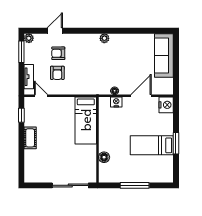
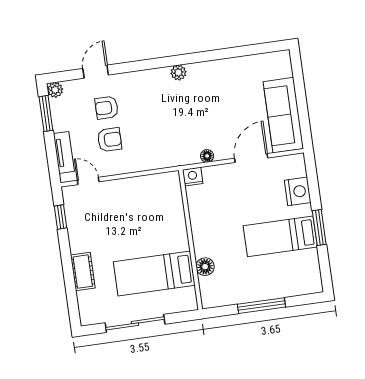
sofa: (164, 55) -> (283, 115), moved
armchair: (57, 73) -> (110, 140), turned -90
nightstand: (116, 102) -> (193, 177), moved
nightstand: (166, 105) -> (298, 191), moved
bed: (86, 120) -> (154, 273), moved, turned 90
cot: (30, 138) -> (83, 272), moved
sliding door: (70, 185) -> (135, 323), moved

